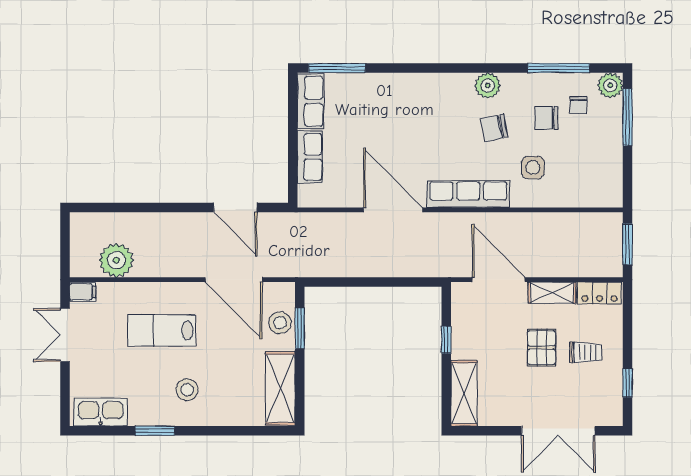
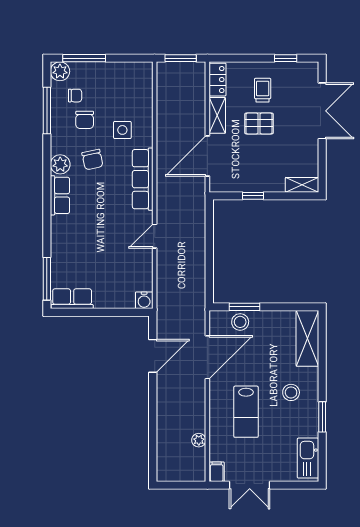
row of seats: (310, 157) -> (60, 195), moved, turned 90
water cooler: (309, 196) -> (144, 300), added
door: (393, 210) -> (155, 236), width x0.53
plant: (116, 260) -> (199, 440), width x0.53, depth x0.53
shelving: (280, 388) -> (307, 338), moved, turned 90
shelving: (464, 393) -> (302, 185), width x0.67, depth x0.75

